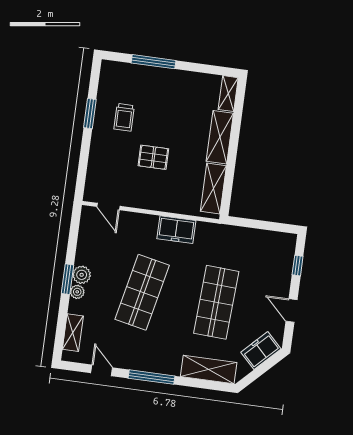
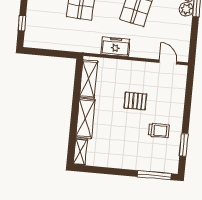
window: (153, 62) -> (154, 175), moved
window: (90, 114) -> (184, 145), moved
trolley: (124, 117) -> (159, 130), turned 90

